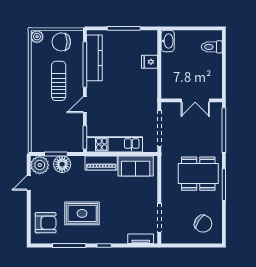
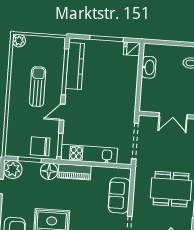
washbasin: (168, 41) -> (149, 67), moved
chair: (61, 42) -> (40, 146), moved
fridge: (150, 62) -> (132, 49), moved
floor lamp: (62, 164) -> (49, 171), moved
sofa: (136, 166) -> (119, 195), moved, turned 90

